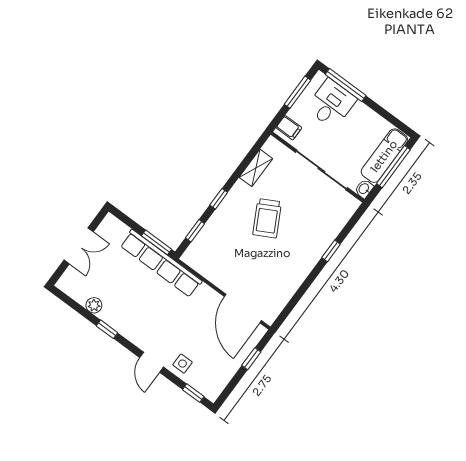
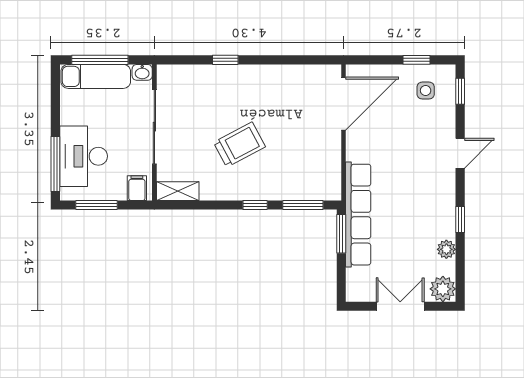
desk: (331, 104) -> (84, 156), width x1.37
shelving: (256, 168) -> (178, 191), moved
window: (195, 231) -> (303, 205), width x1.50
plant: (69, 283) -> (443, 289), added
window: (251, 359) -> (416, 60), moved
side table: (183, 364) -> (426, 91), moved

